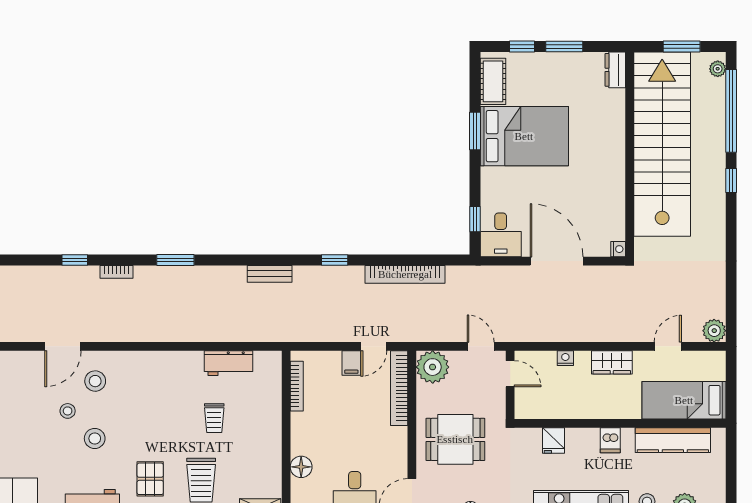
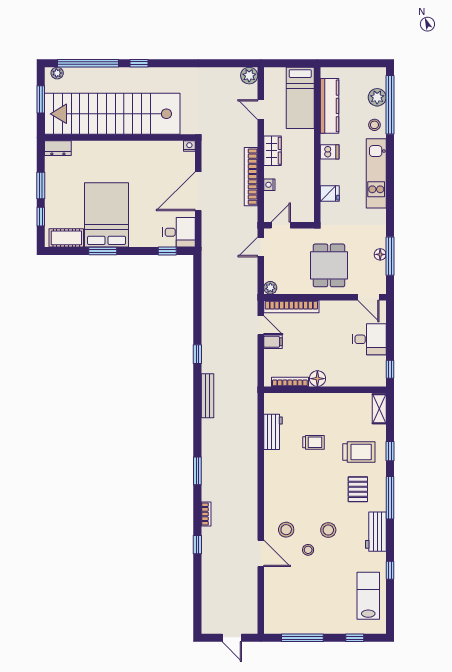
bench: (270, 274) -> (207, 396), width x1.36
bookcase: (405, 274) -> (251, 177), moved, turned 180
plant: (433, 367) -> (270, 288), width x0.53, depth x0.53
floor lamp: (301, 467) -> (317, 379), moved
pallet: (150, 479) -> (358, 489), turned 90

